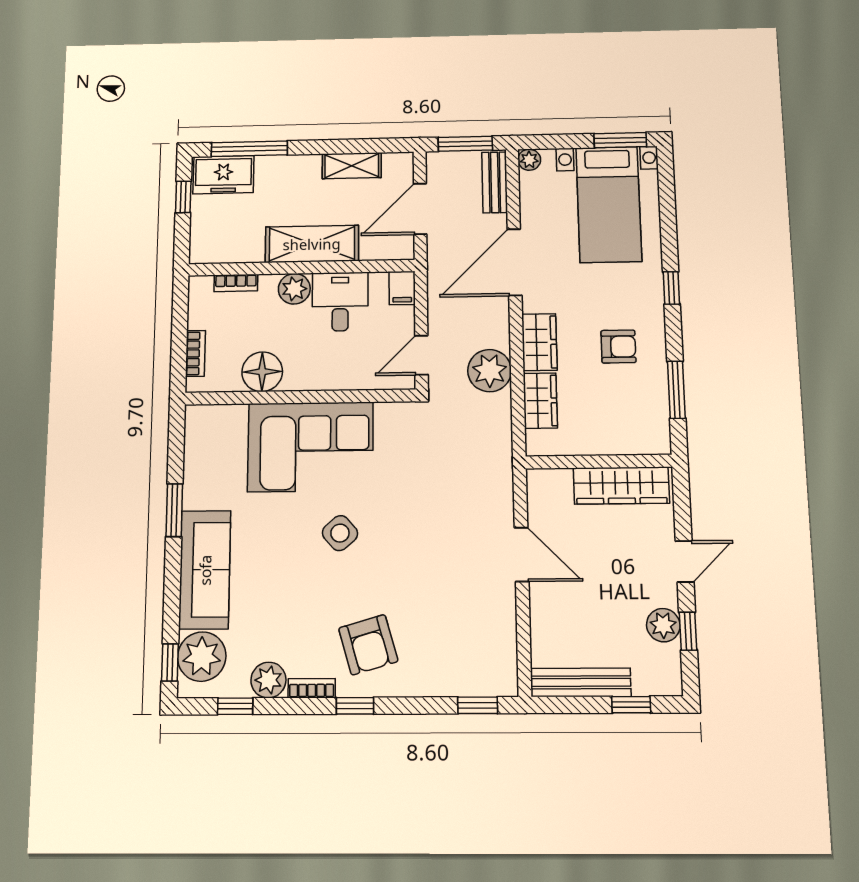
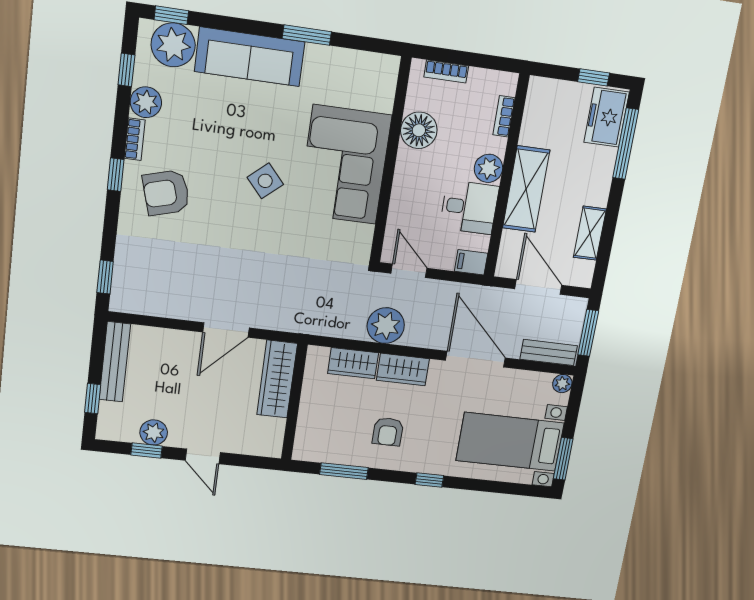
wardrobe: (621, 486) -> (277, 379), moved

